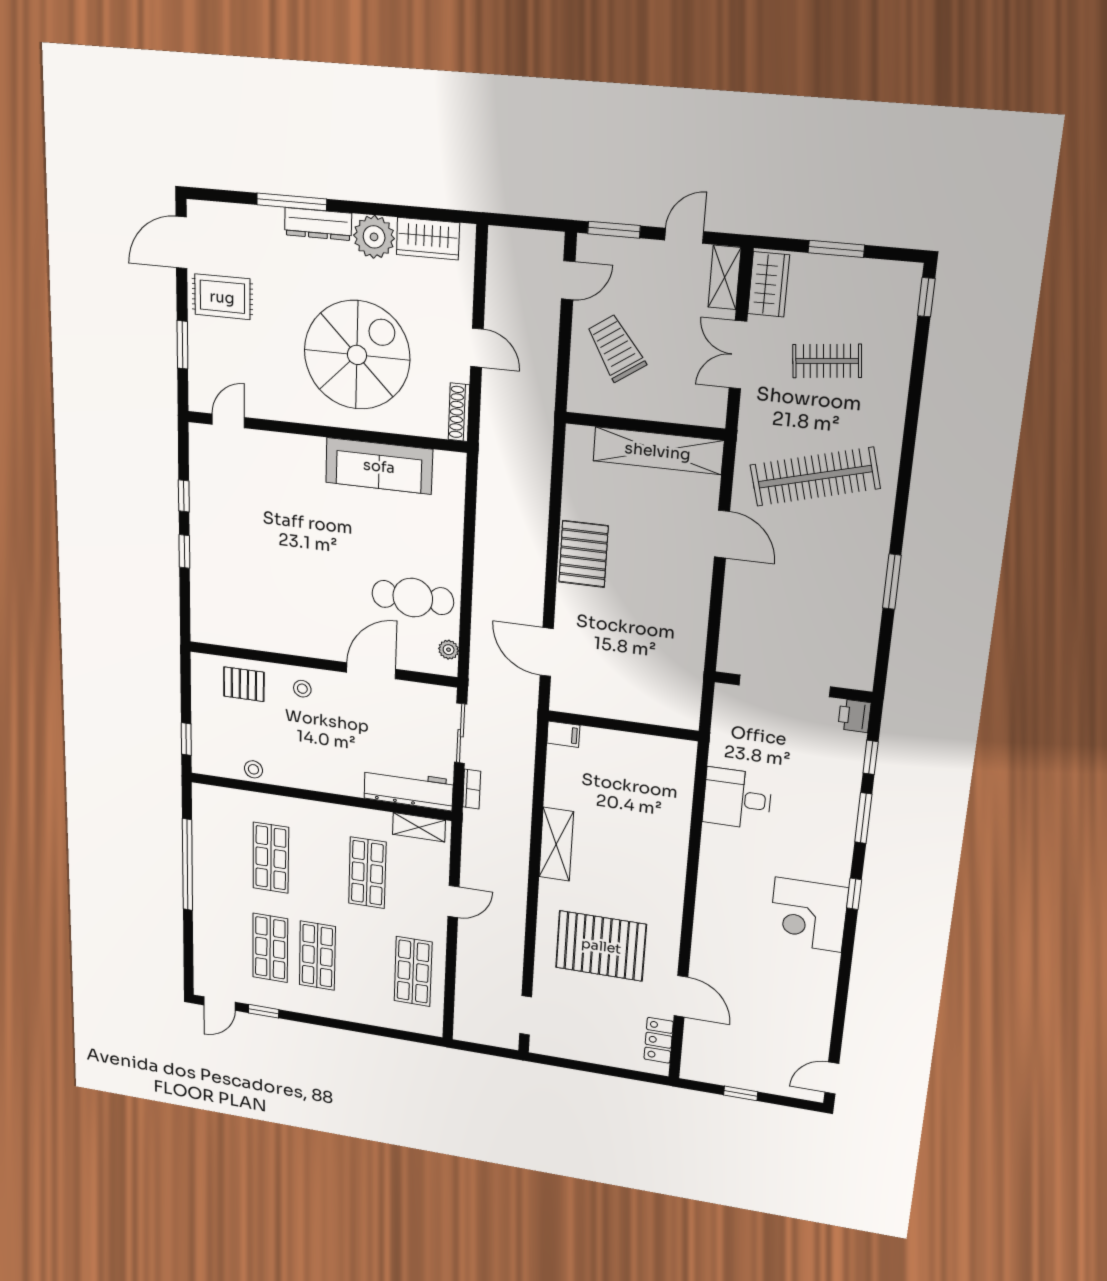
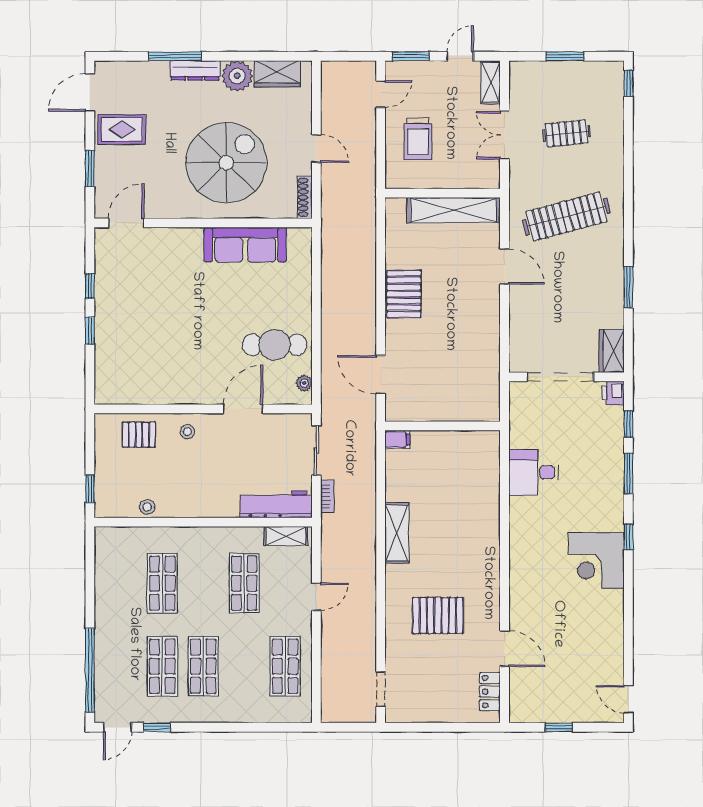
wardrobe: (769, 284) -> (612, 351), moved, turned 180
trolley: (616, 348) -> (418, 139), turned -146
door: (228, 421) -> (126, 223), width x1.38
window: (187, 865) -> (90, 670), moved
pallet: (601, 946) -> (438, 615), width x0.73, depth x0.71
door: (832, 1078) -> (628, 699), hinge flipped

